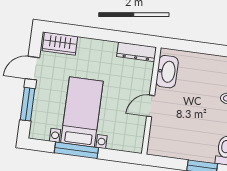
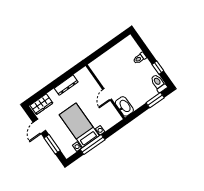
dresser: (137, 52) -> (66, 85), moved
washbasin: (167, 72) -> (124, 106), moved

